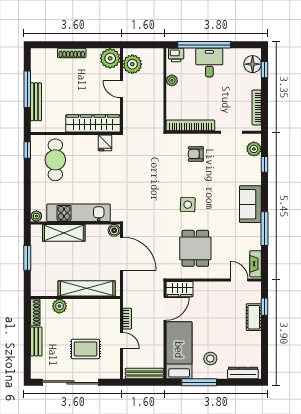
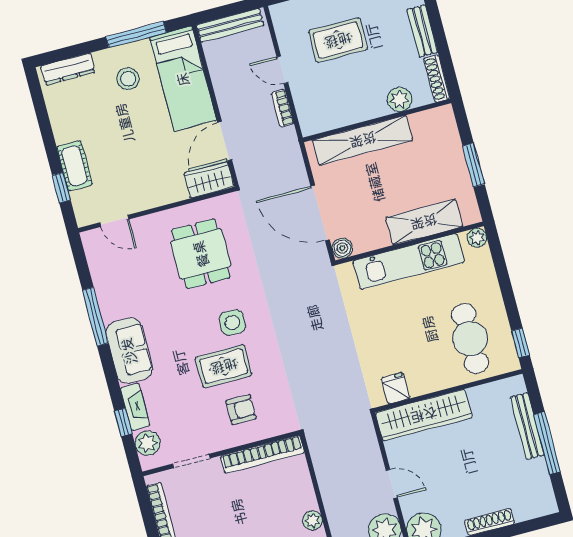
rug: (199, 181) -> (224, 366), added
fireplace: (255, 264) -> (135, 407), moved

